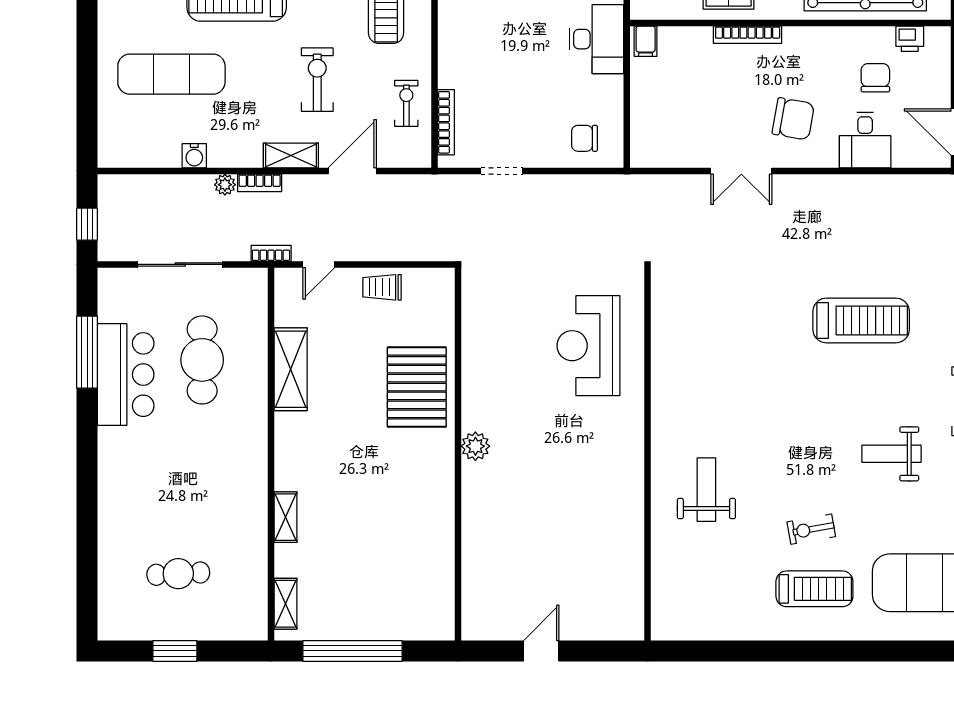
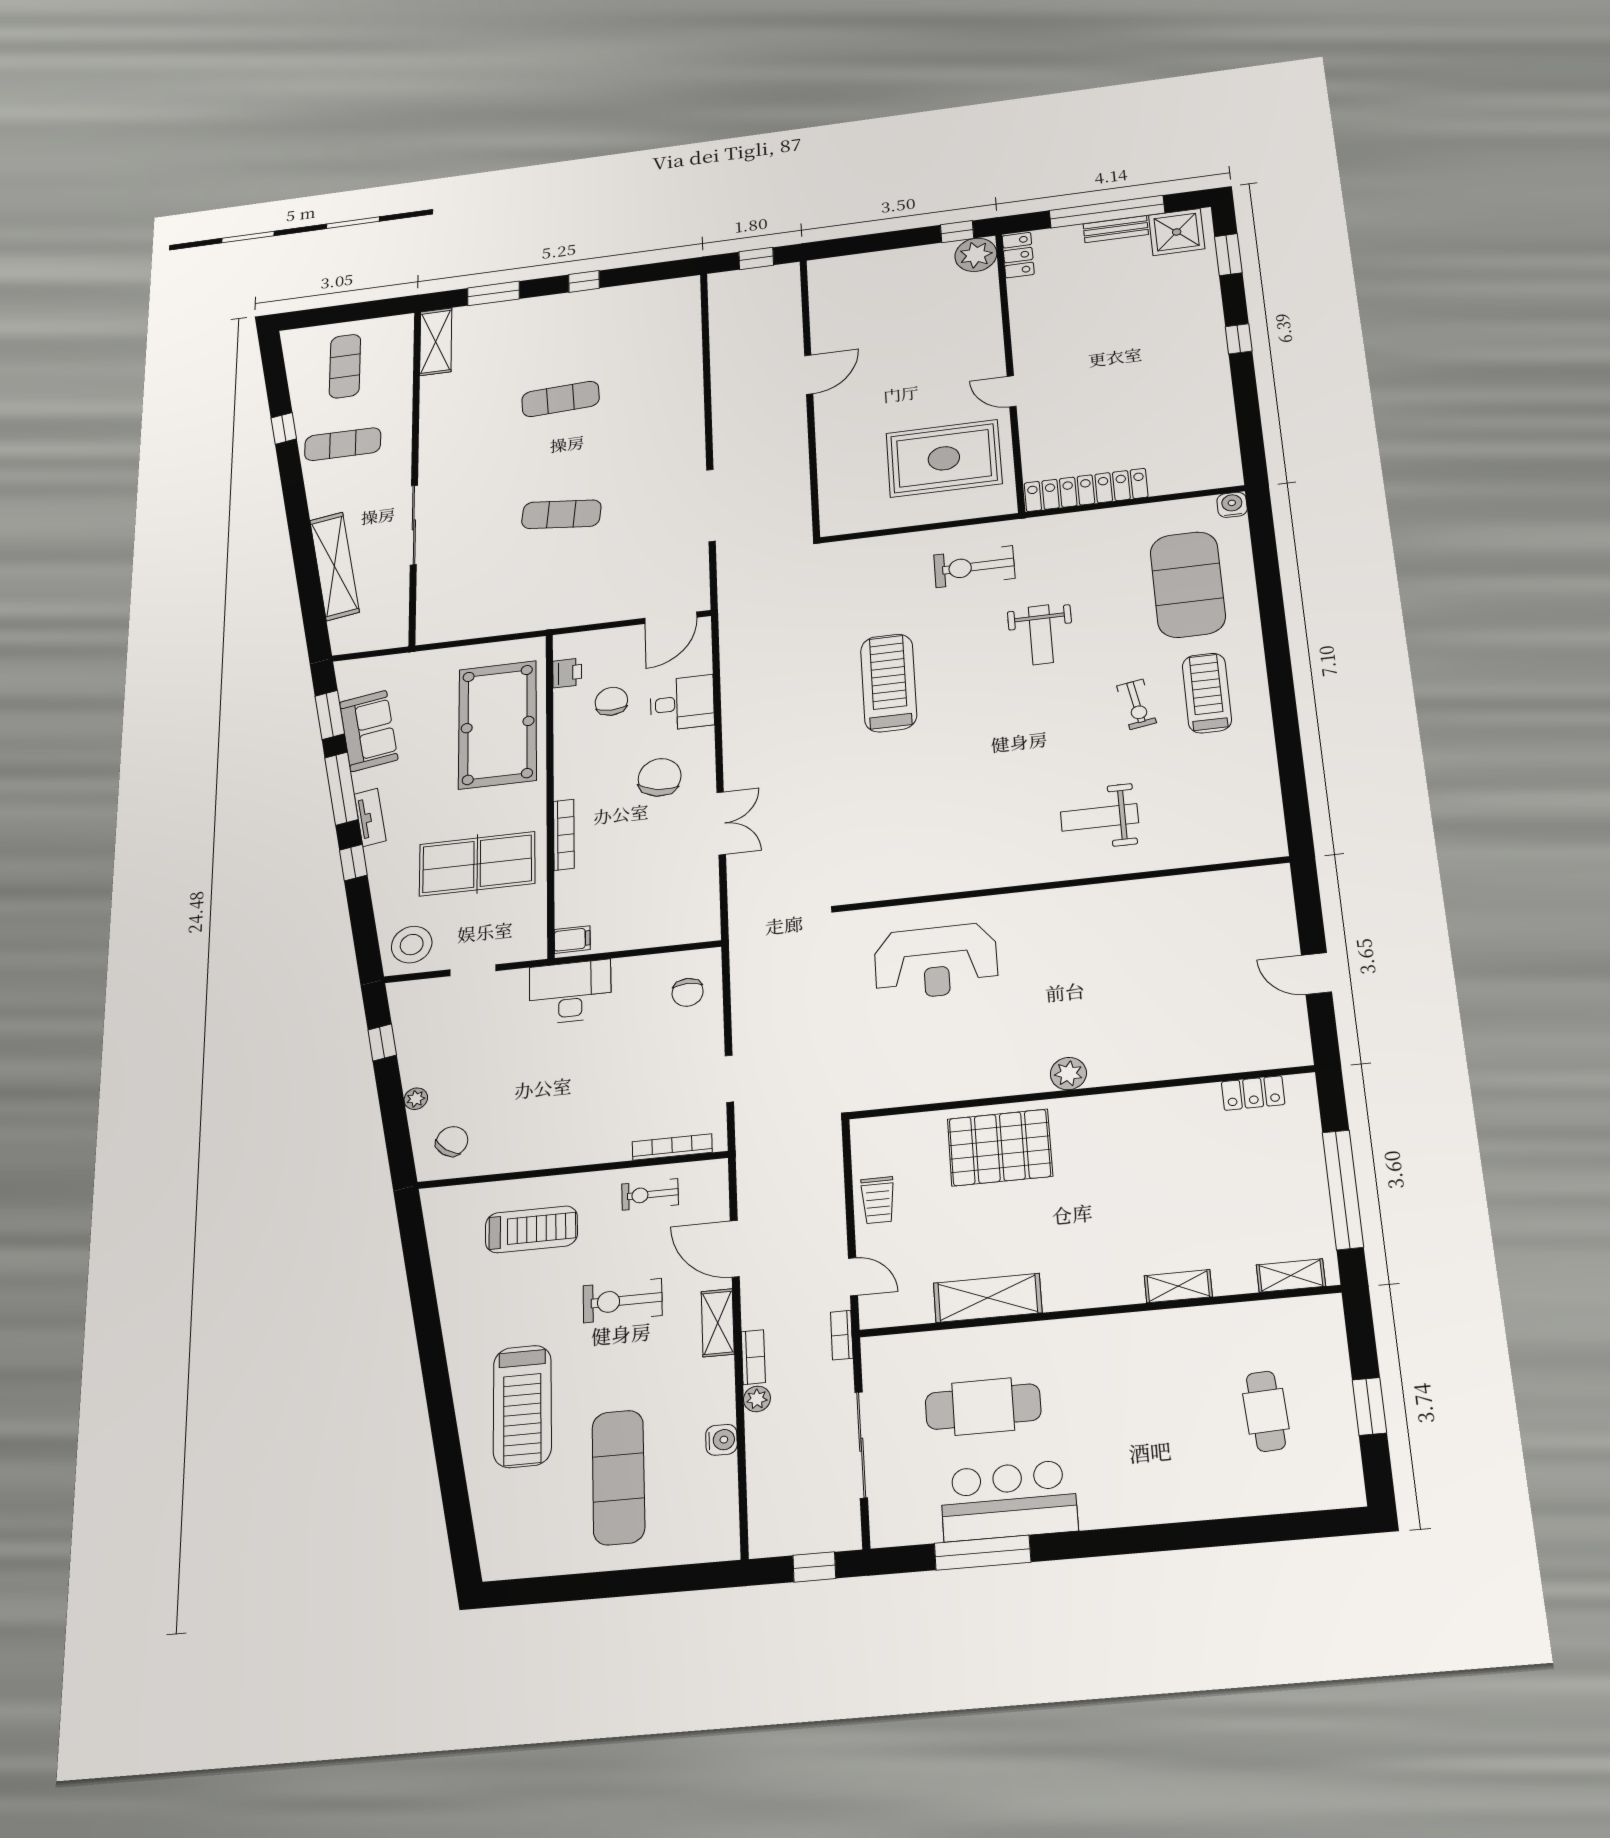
chair: (875, 78) -> (611, 701), turned 90
locker: (442, 590) -> (1253, 1093), added

